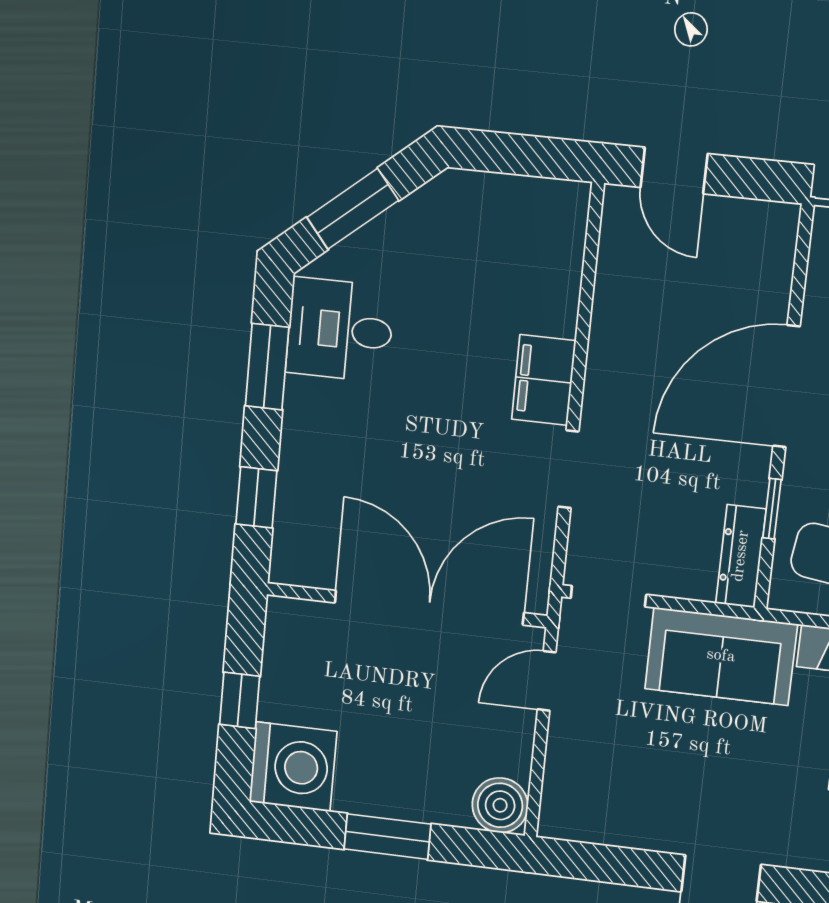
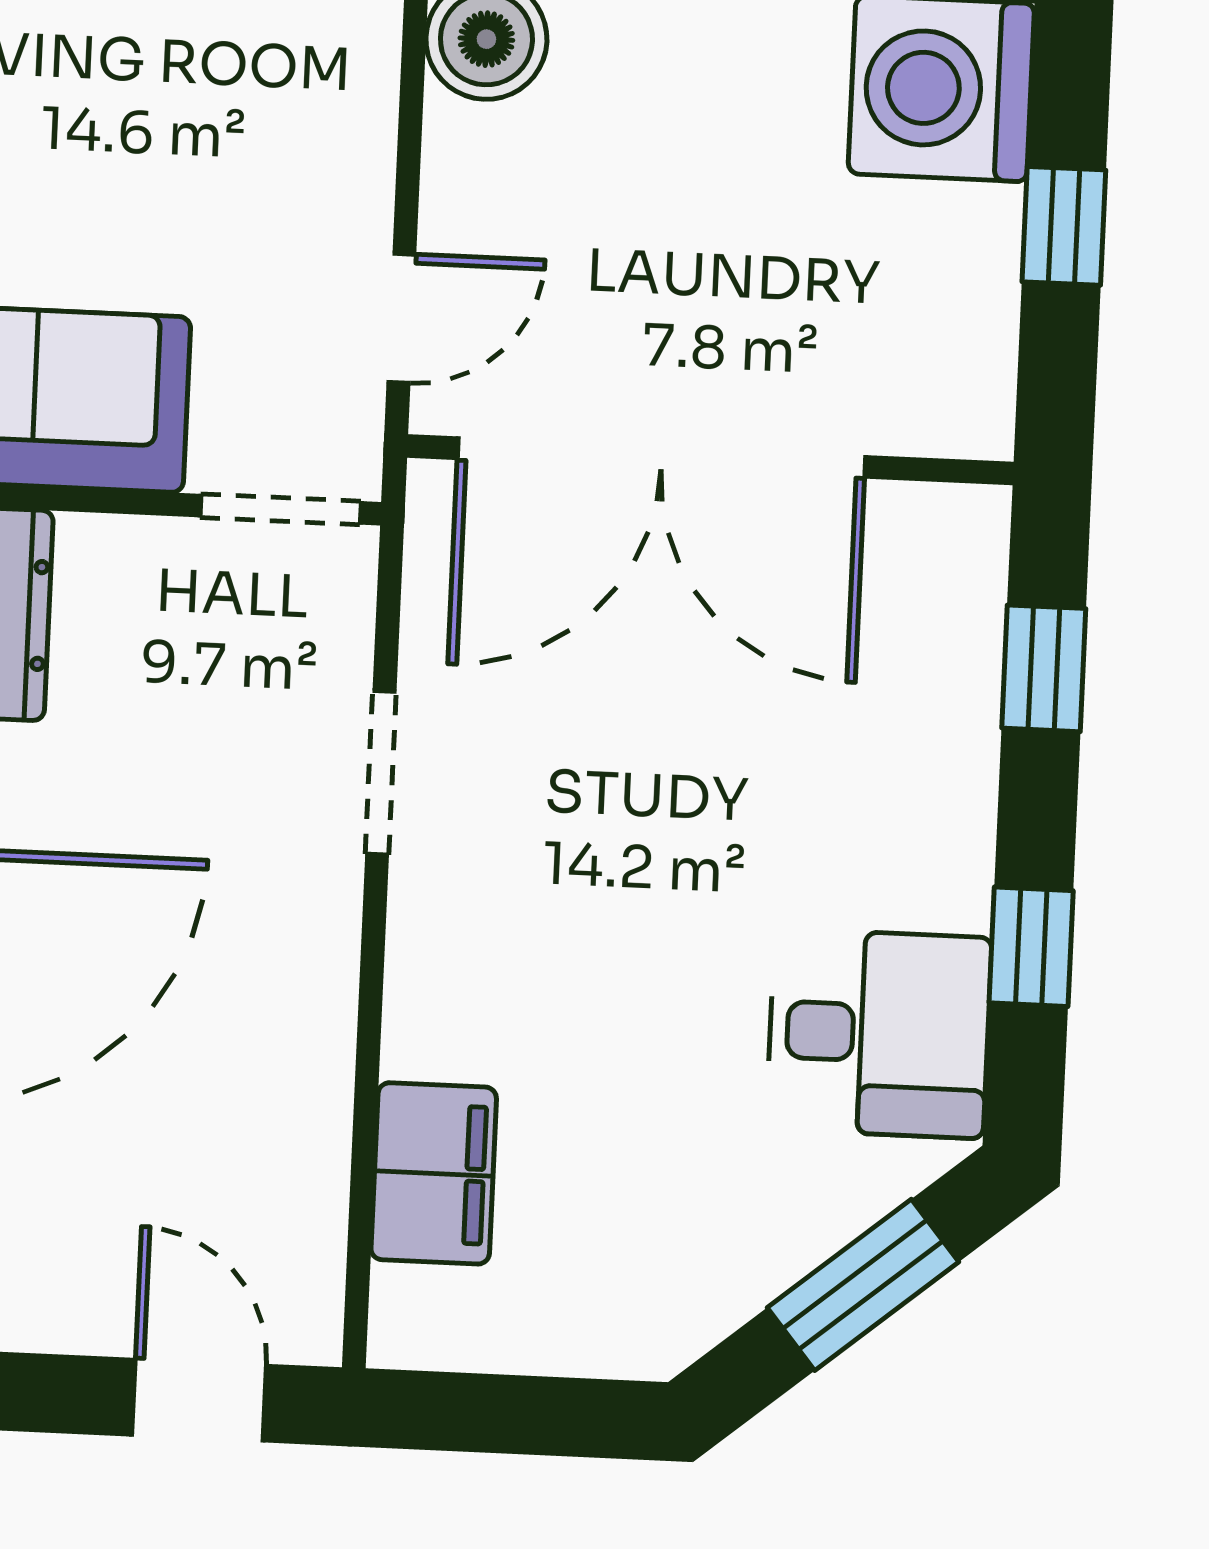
window: (267, 367) -> (1031, 947), width x0.67
filing cabinet: (544, 380) -> (434, 1173), moved

